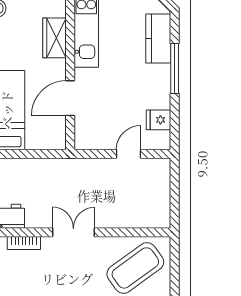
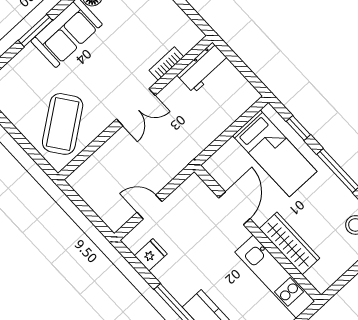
wardrobe: (55, 38) -> (290, 243), width x1.50
door: (128, 154) -> (149, 207), swing flipped

